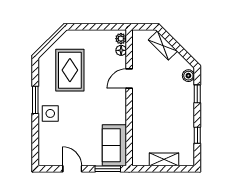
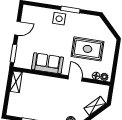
rug: (70, 70) -> (87, 49), moved
sofa: (114, 145) -> (47, 63), moved
shelving: (164, 159) -> (16, 82), moved

